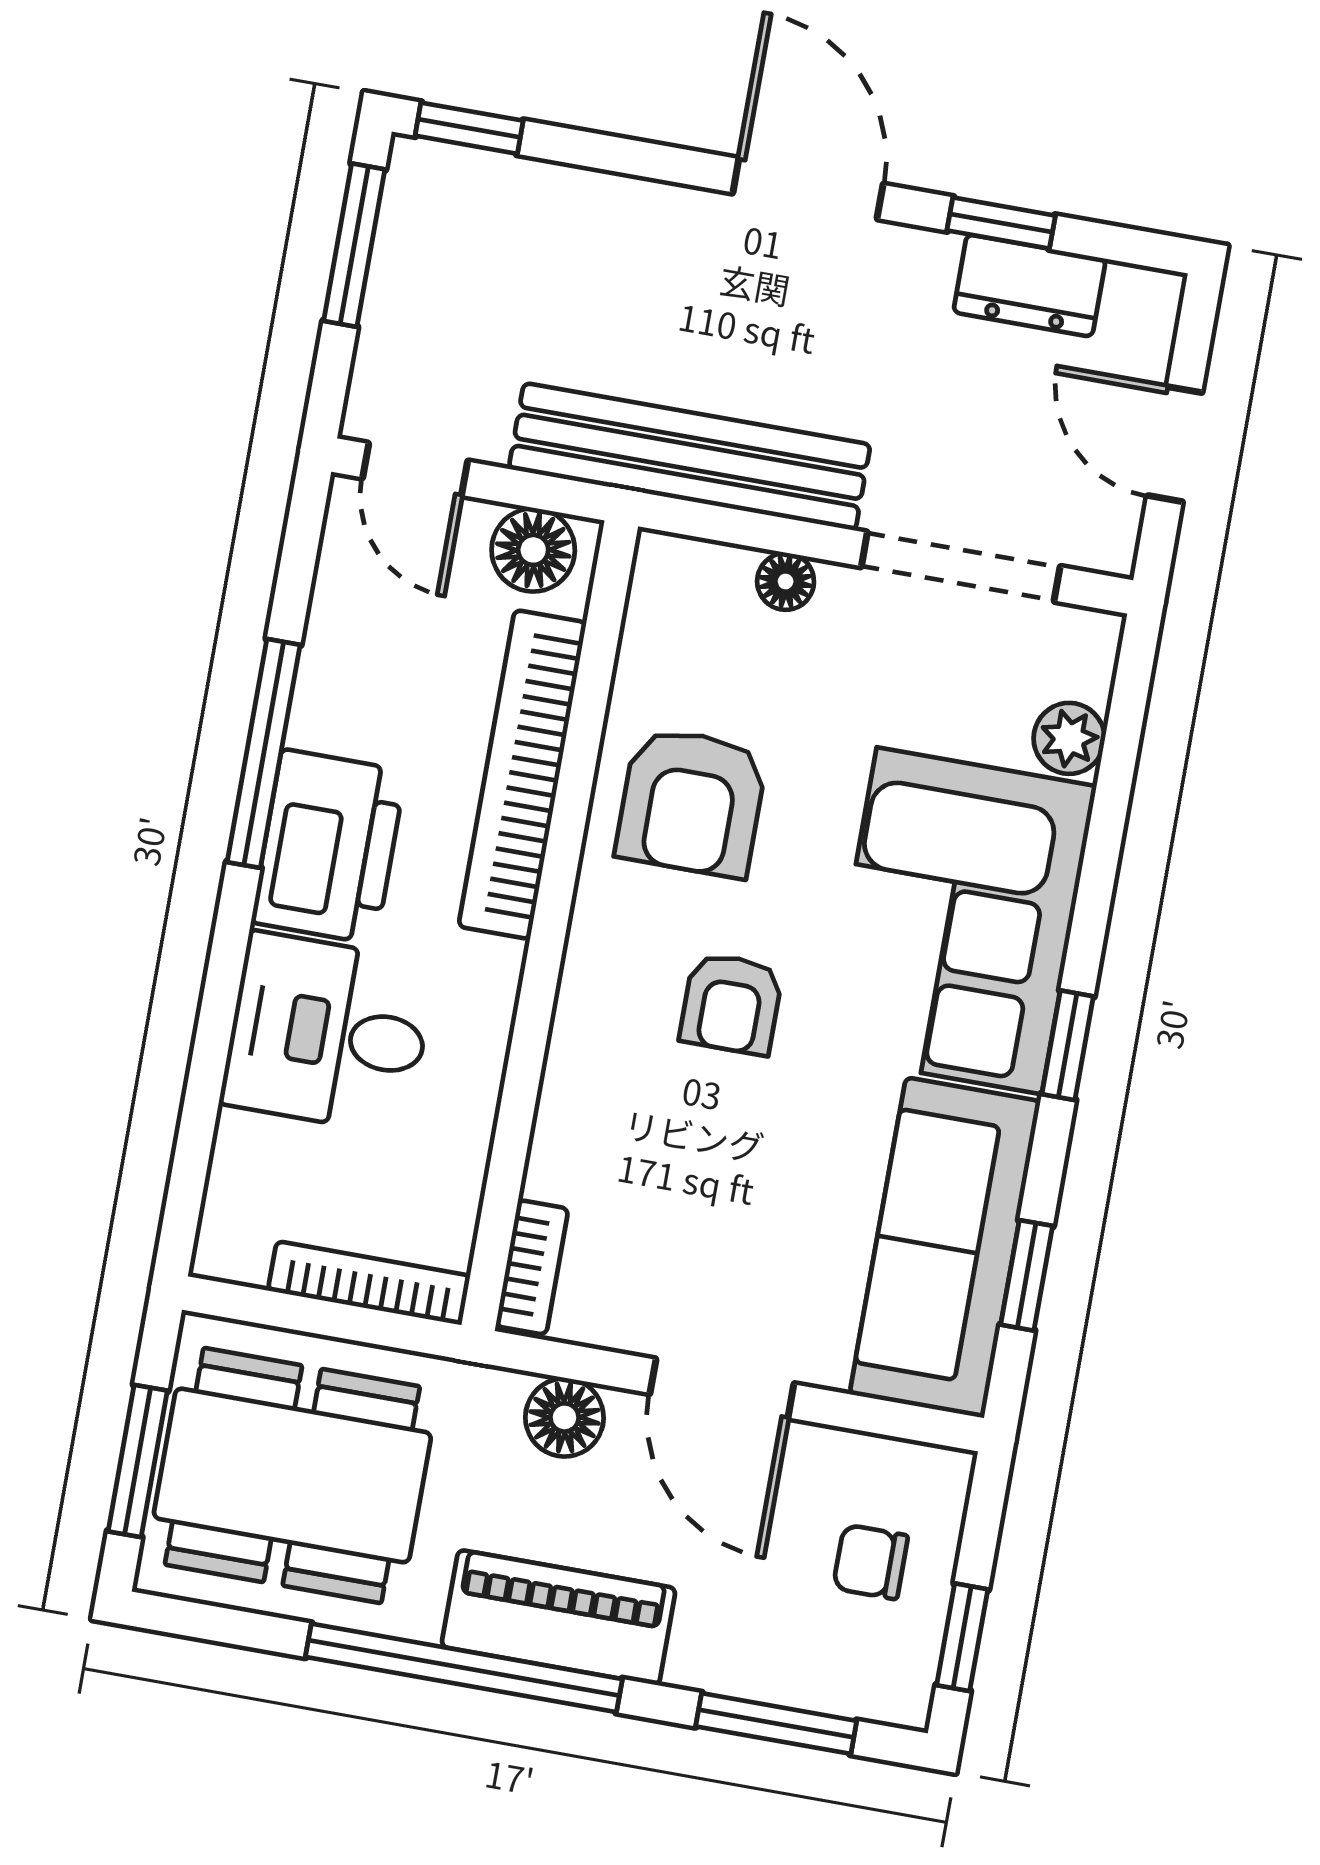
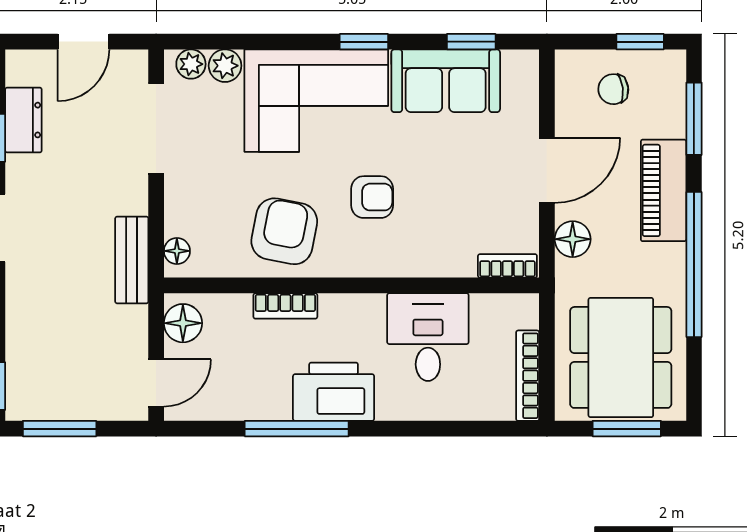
bench: (690, 457) -> (132, 260), width x0.54, depth x0.82
floor lamp: (786, 581) -> (177, 251), moved
plant: (1086, 666) -> (191, 64), added
bookcase: (522, 775) -> (285, 306), width x0.43, depth x0.76
armchair: (691, 802) -> (284, 231), turned -79
desk: (328, 1033) -> (428, 337), moved, turned 180
sofa: (945, 1248) -> (446, 81), width x0.73
bookcase: (369, 1283) -> (528, 376), moved
chair: (871, 1562) -> (613, 89), turned 83
piano: (559, 1617) -> (664, 190), moved

